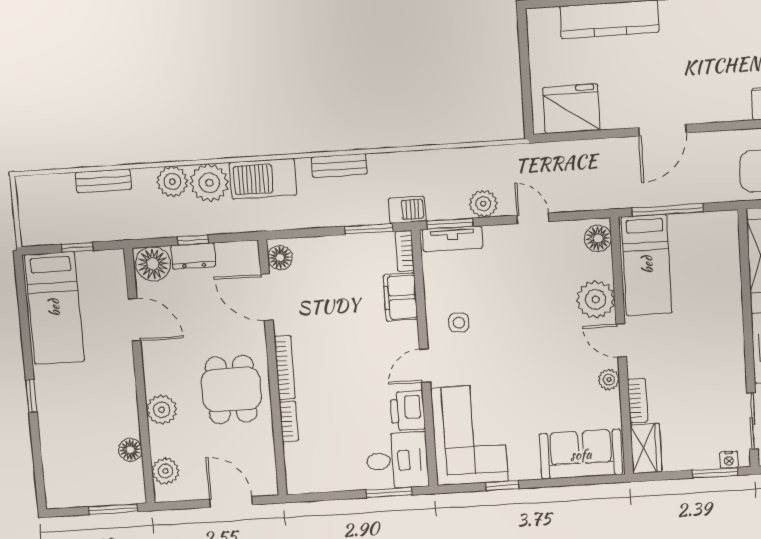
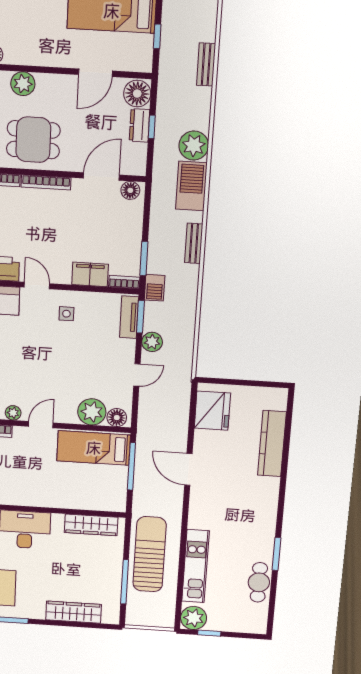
plant: (172, 182) -> (198, 118), removed
plant: (596, 299) -> (92, 412), moved

